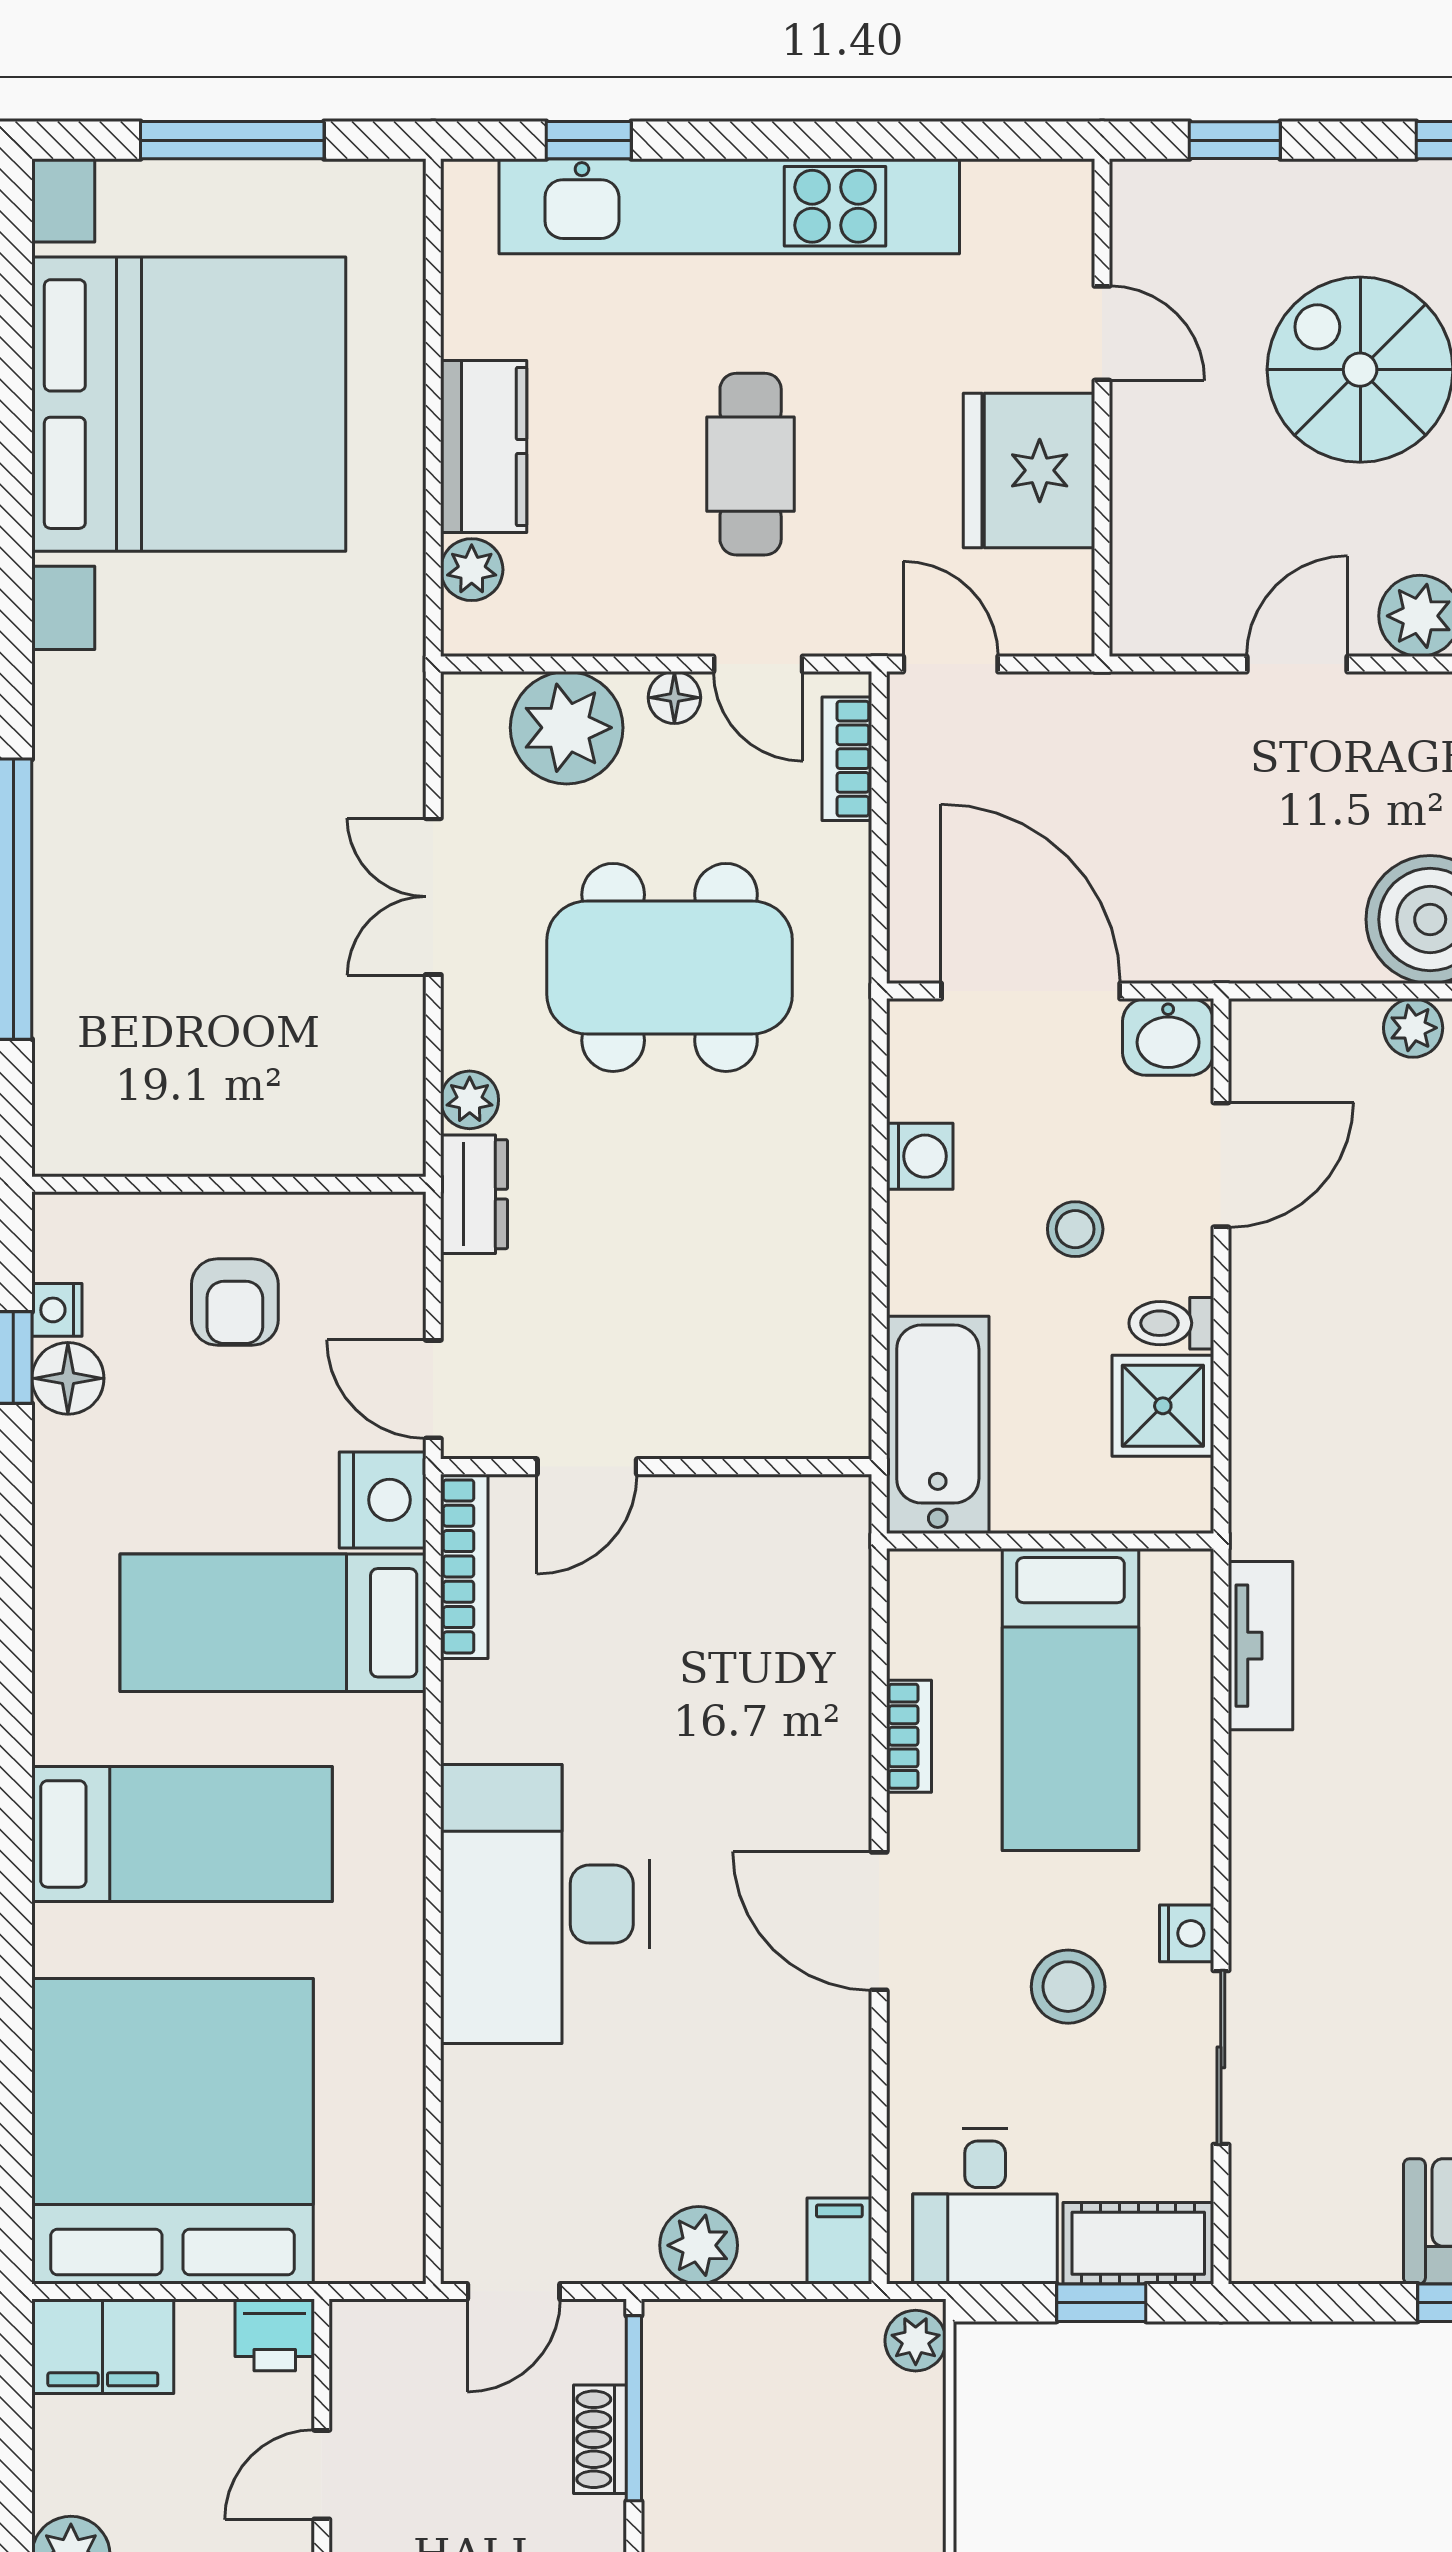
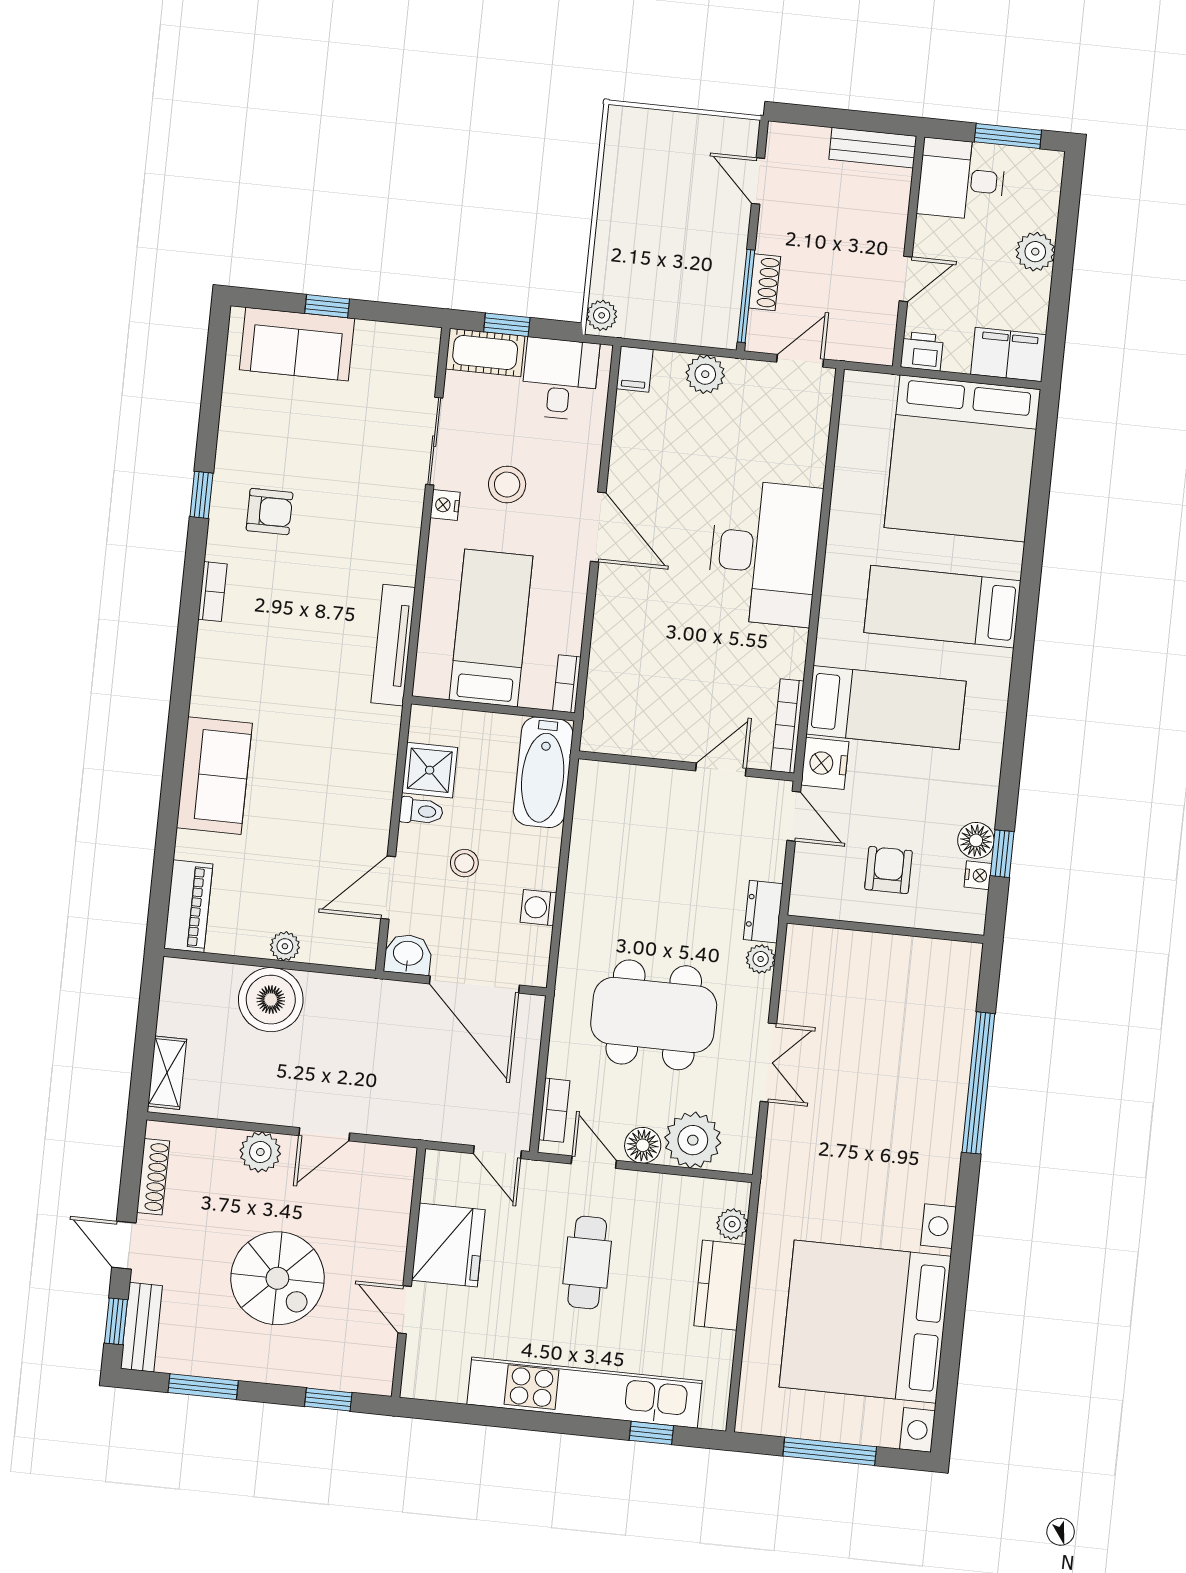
floor lamp: (674, 698) -> (643, 1145), width x1.37, depth x1.37
tv unit: (1261, 1646) -> (393, 645), width x1.41
bookcase: (909, 1736) -> (567, 684), moved

